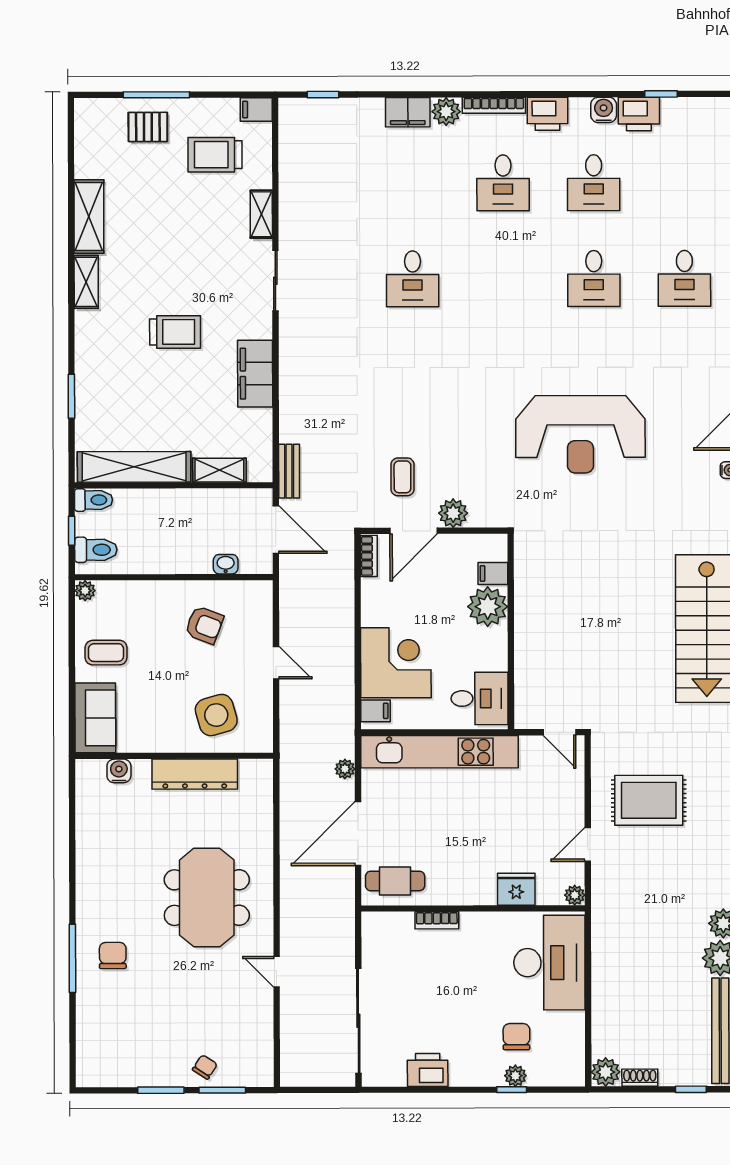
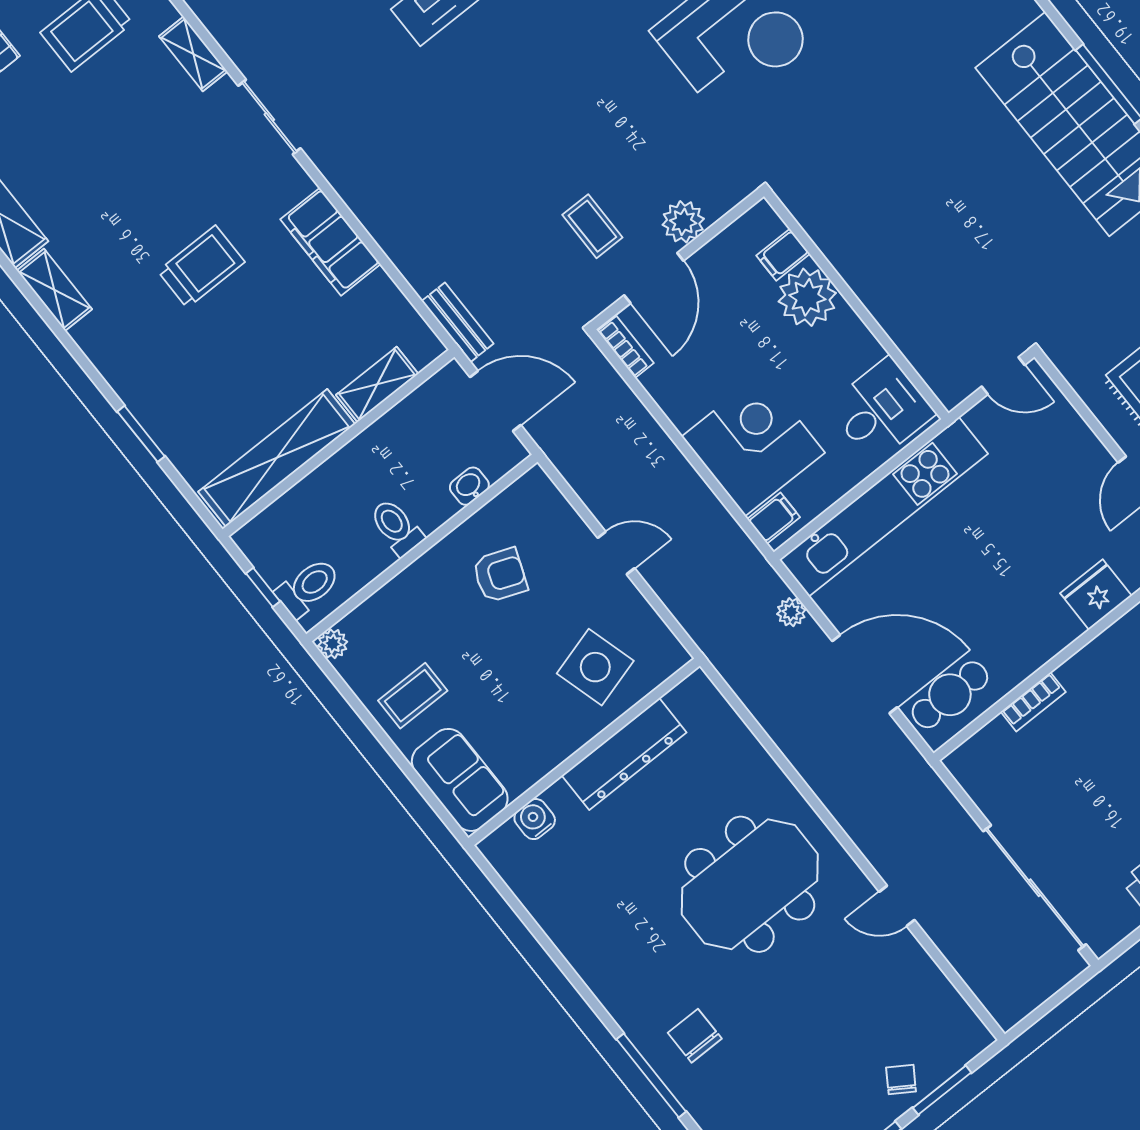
toilet: (94, 500) -> (397, 527), moved, turned -90
door: (358, 834) -> (865, 674), swing flipped
meeting table: (207, 898) -> (750, 884), turned 90

